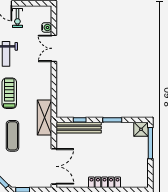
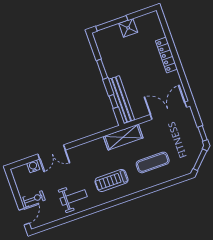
shower: (141, 129) -> (128, 28), moved

